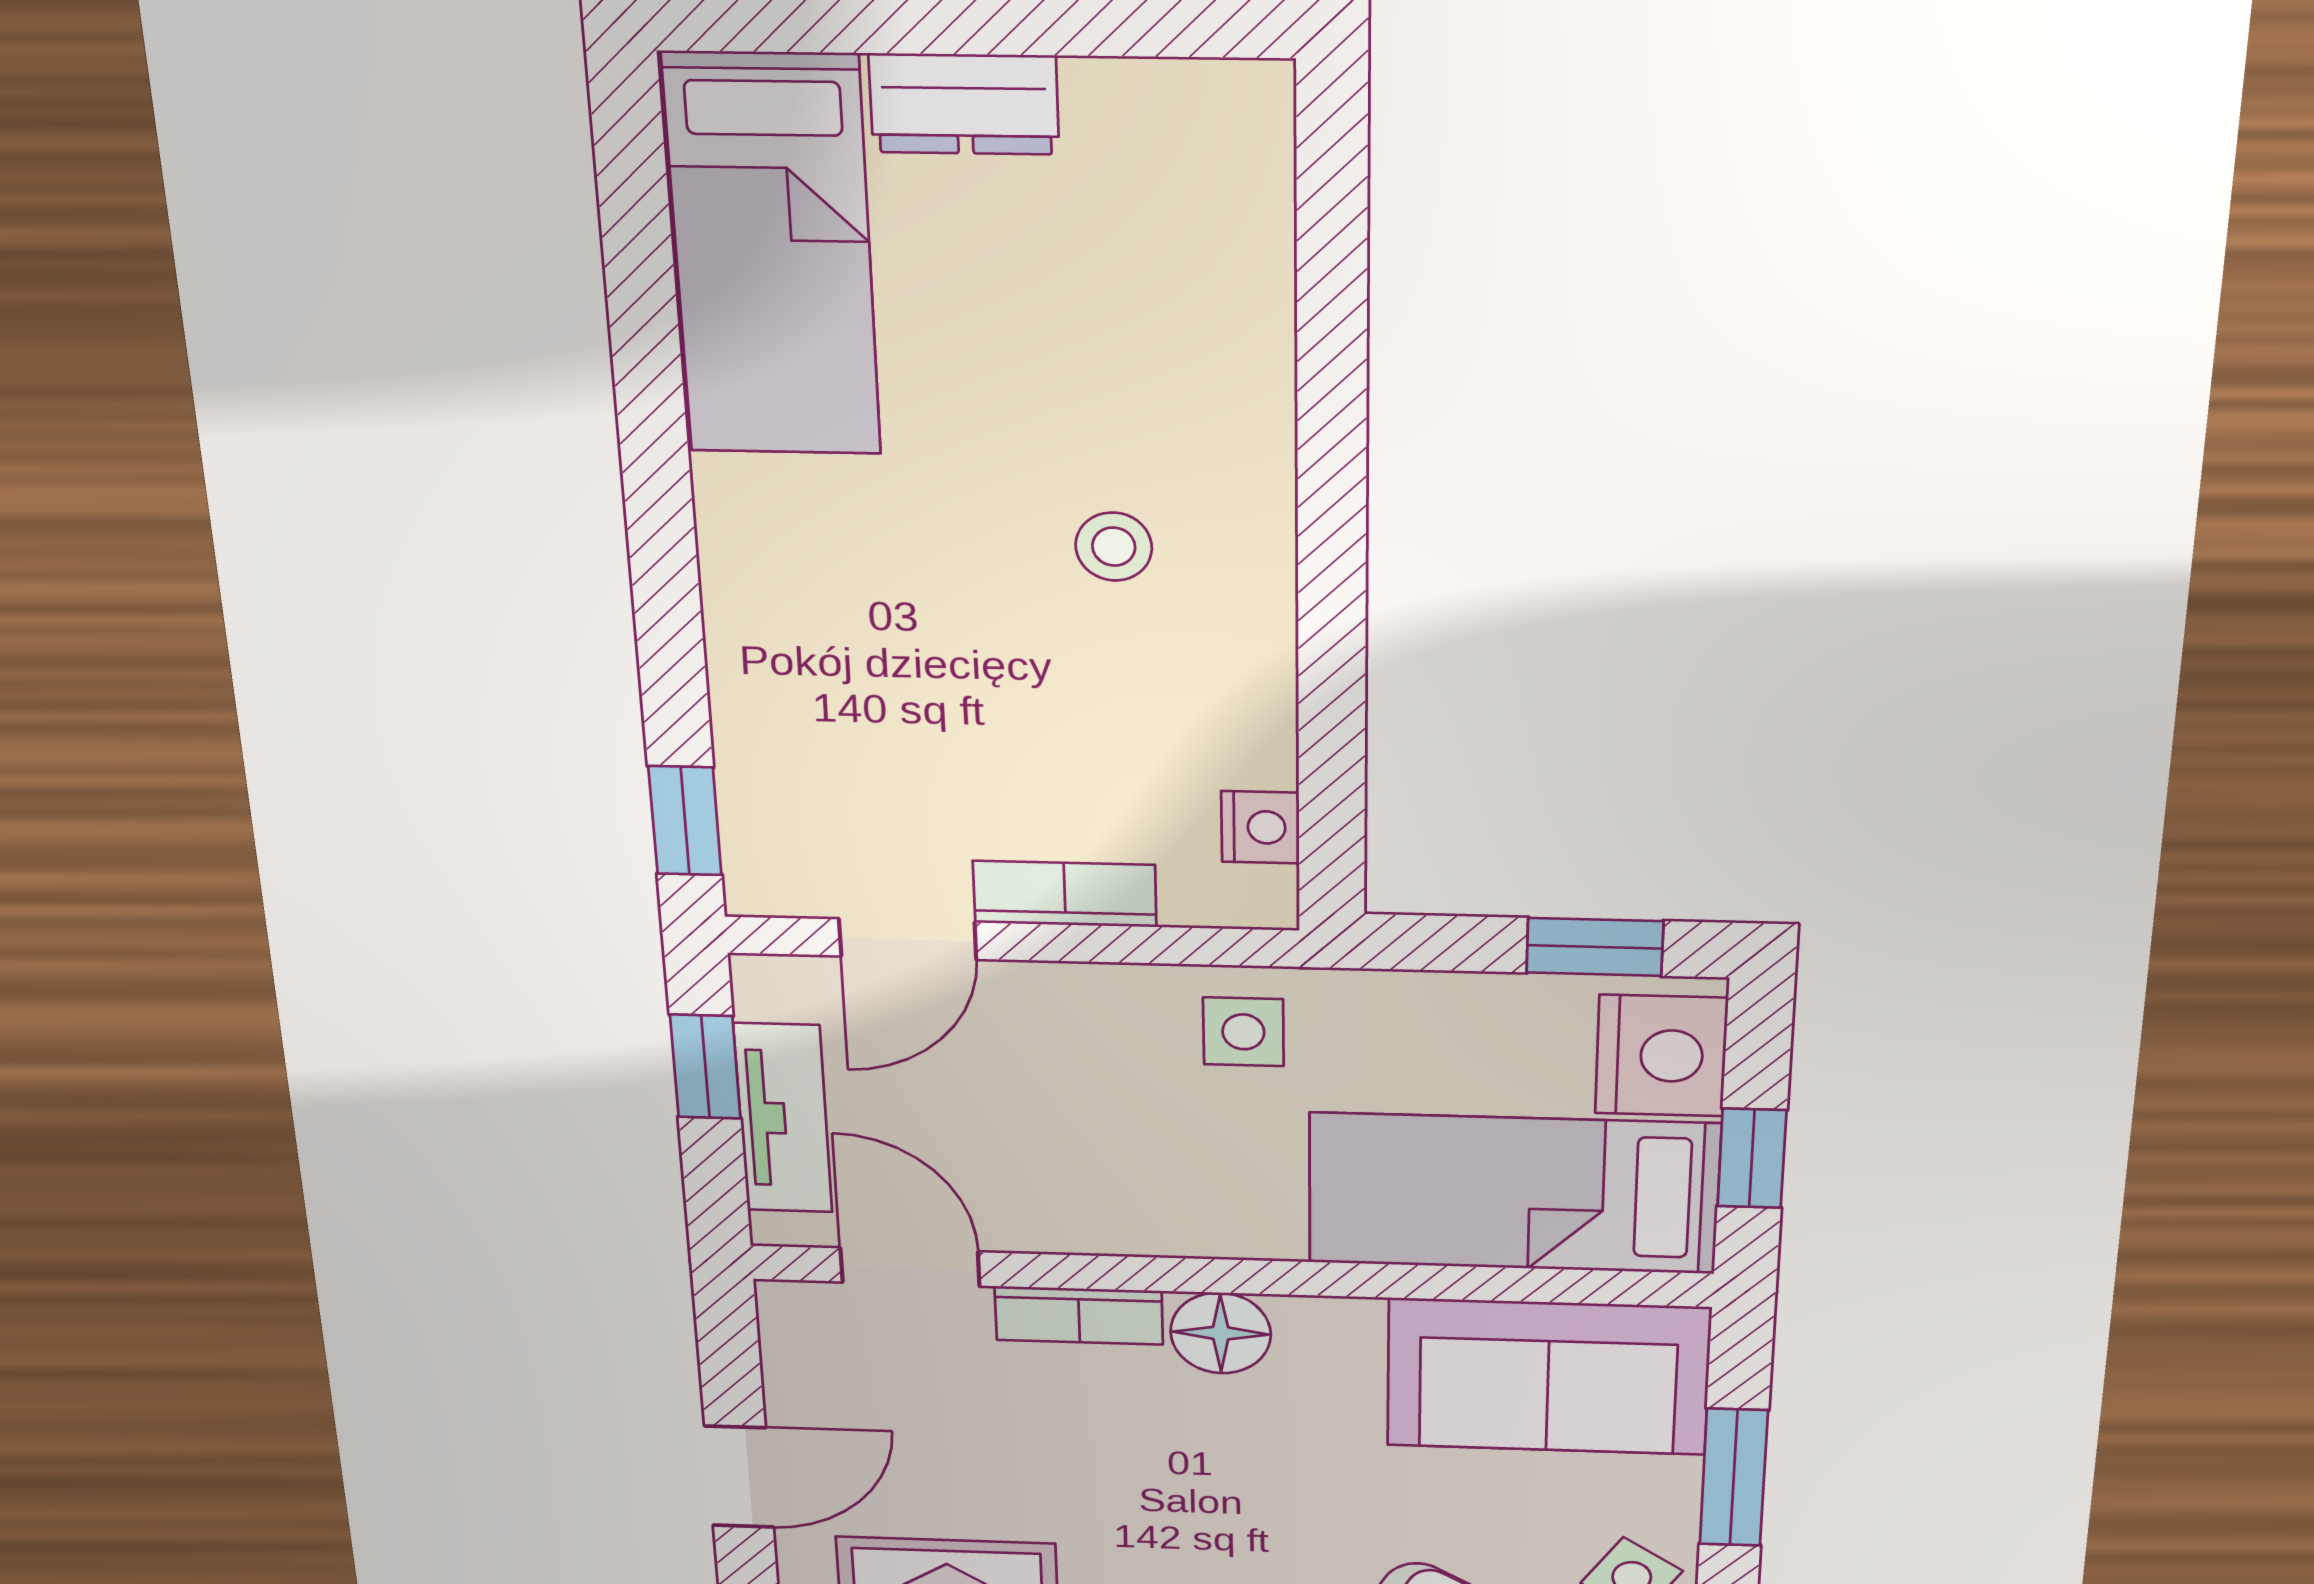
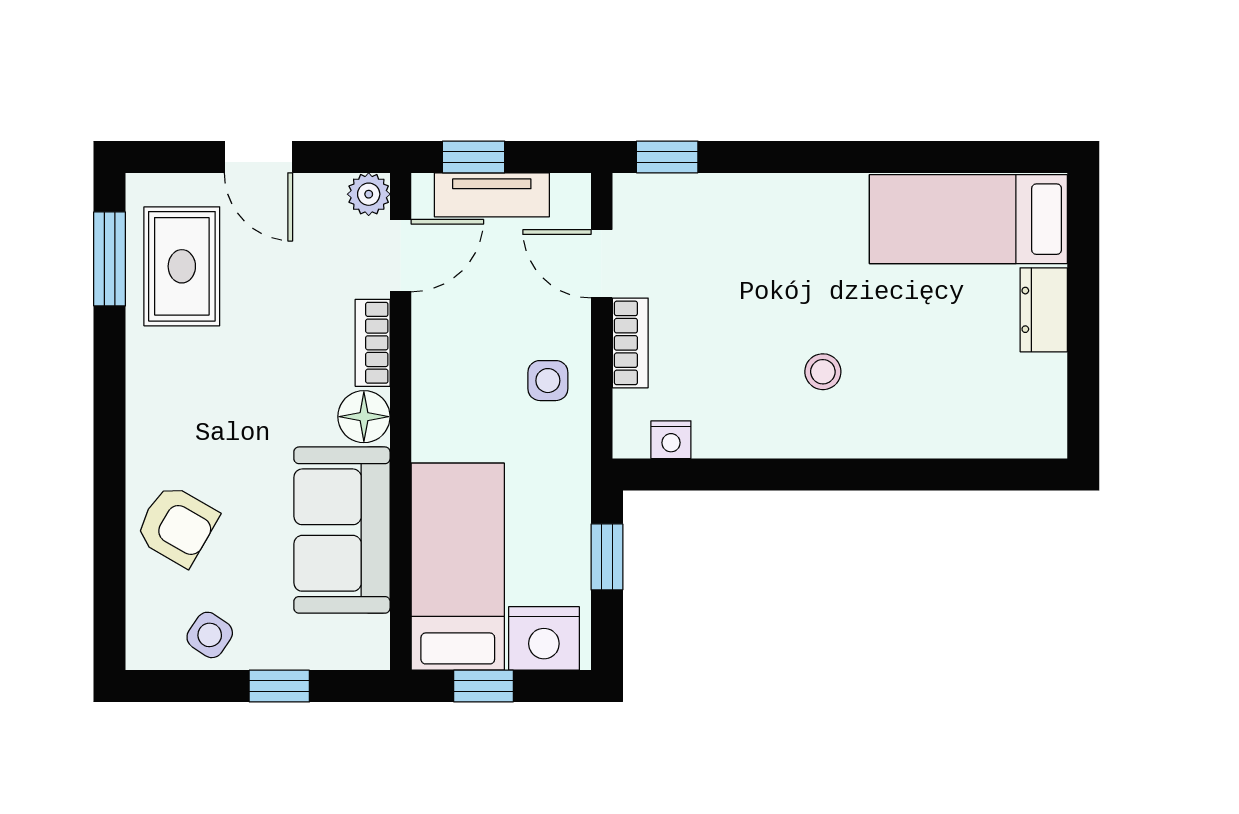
window: (1595, 947) -> (607, 557), moved
side table: (1243, 1032) -> (548, 381), moved
window: (705, 1067) -> (474, 157), moved
plant: (796, 1313) -> (369, 194), added
sofa: (1548, 1377) -> (342, 530), moved
window: (1734, 1477) -> (279, 686), width x0.67

